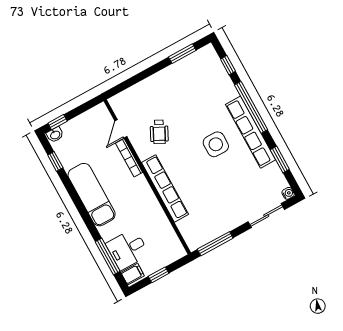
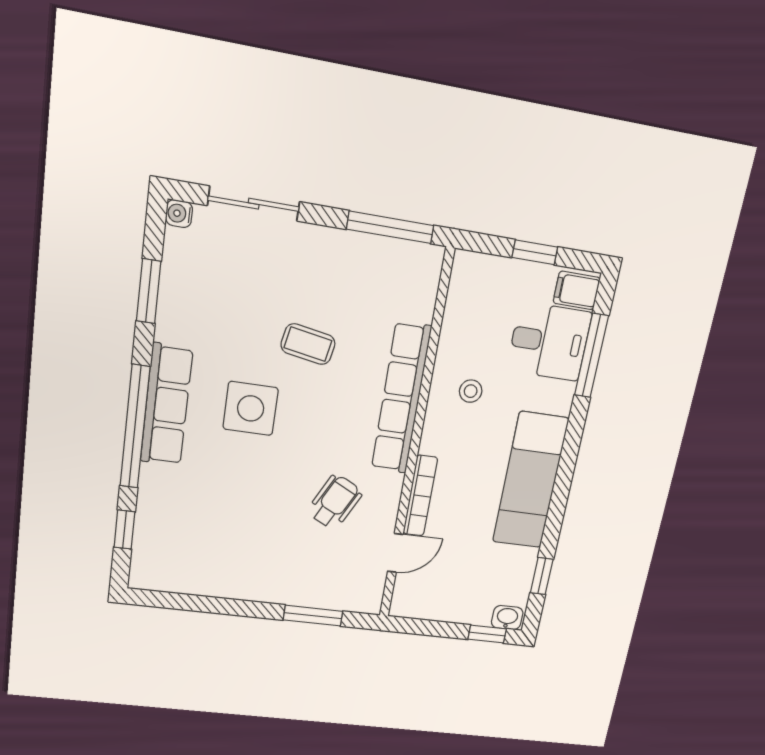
window: (182, 54) -> (313, 616), moved
row of seats: (251, 132) -> (166, 405), width x0.73
coffee table: (213, 182) -> (308, 344), added
stool: (142, 210) -> (471, 391), added

